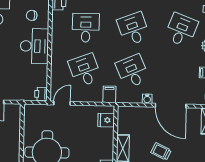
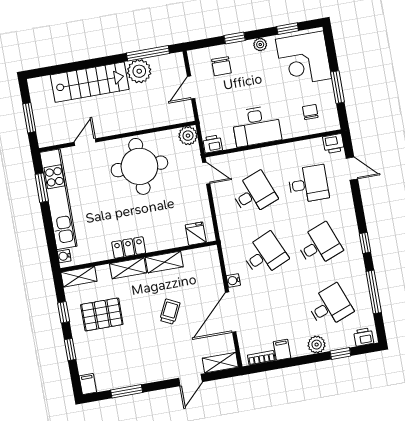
desk: (181, 30) -> (330, 306), turned -42
desk: (34, 46) -> (256, 126), moved
filing cabinet: (109, 94) -> (229, 231), removed
plant: (31, 111) -> (188, 136), added

